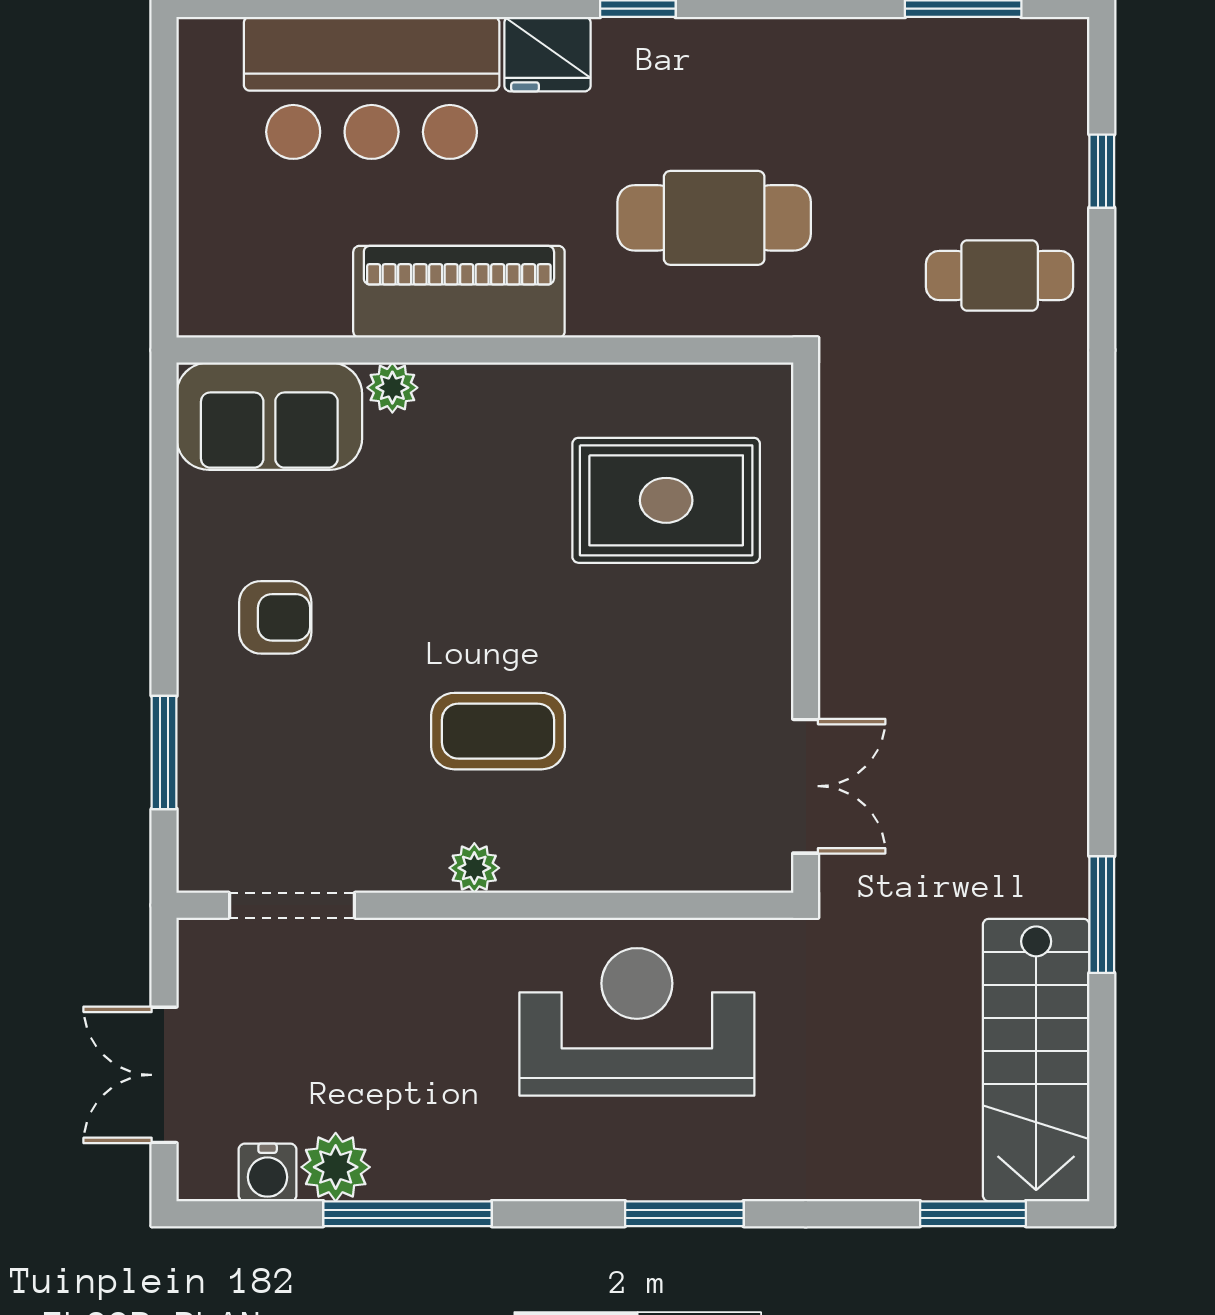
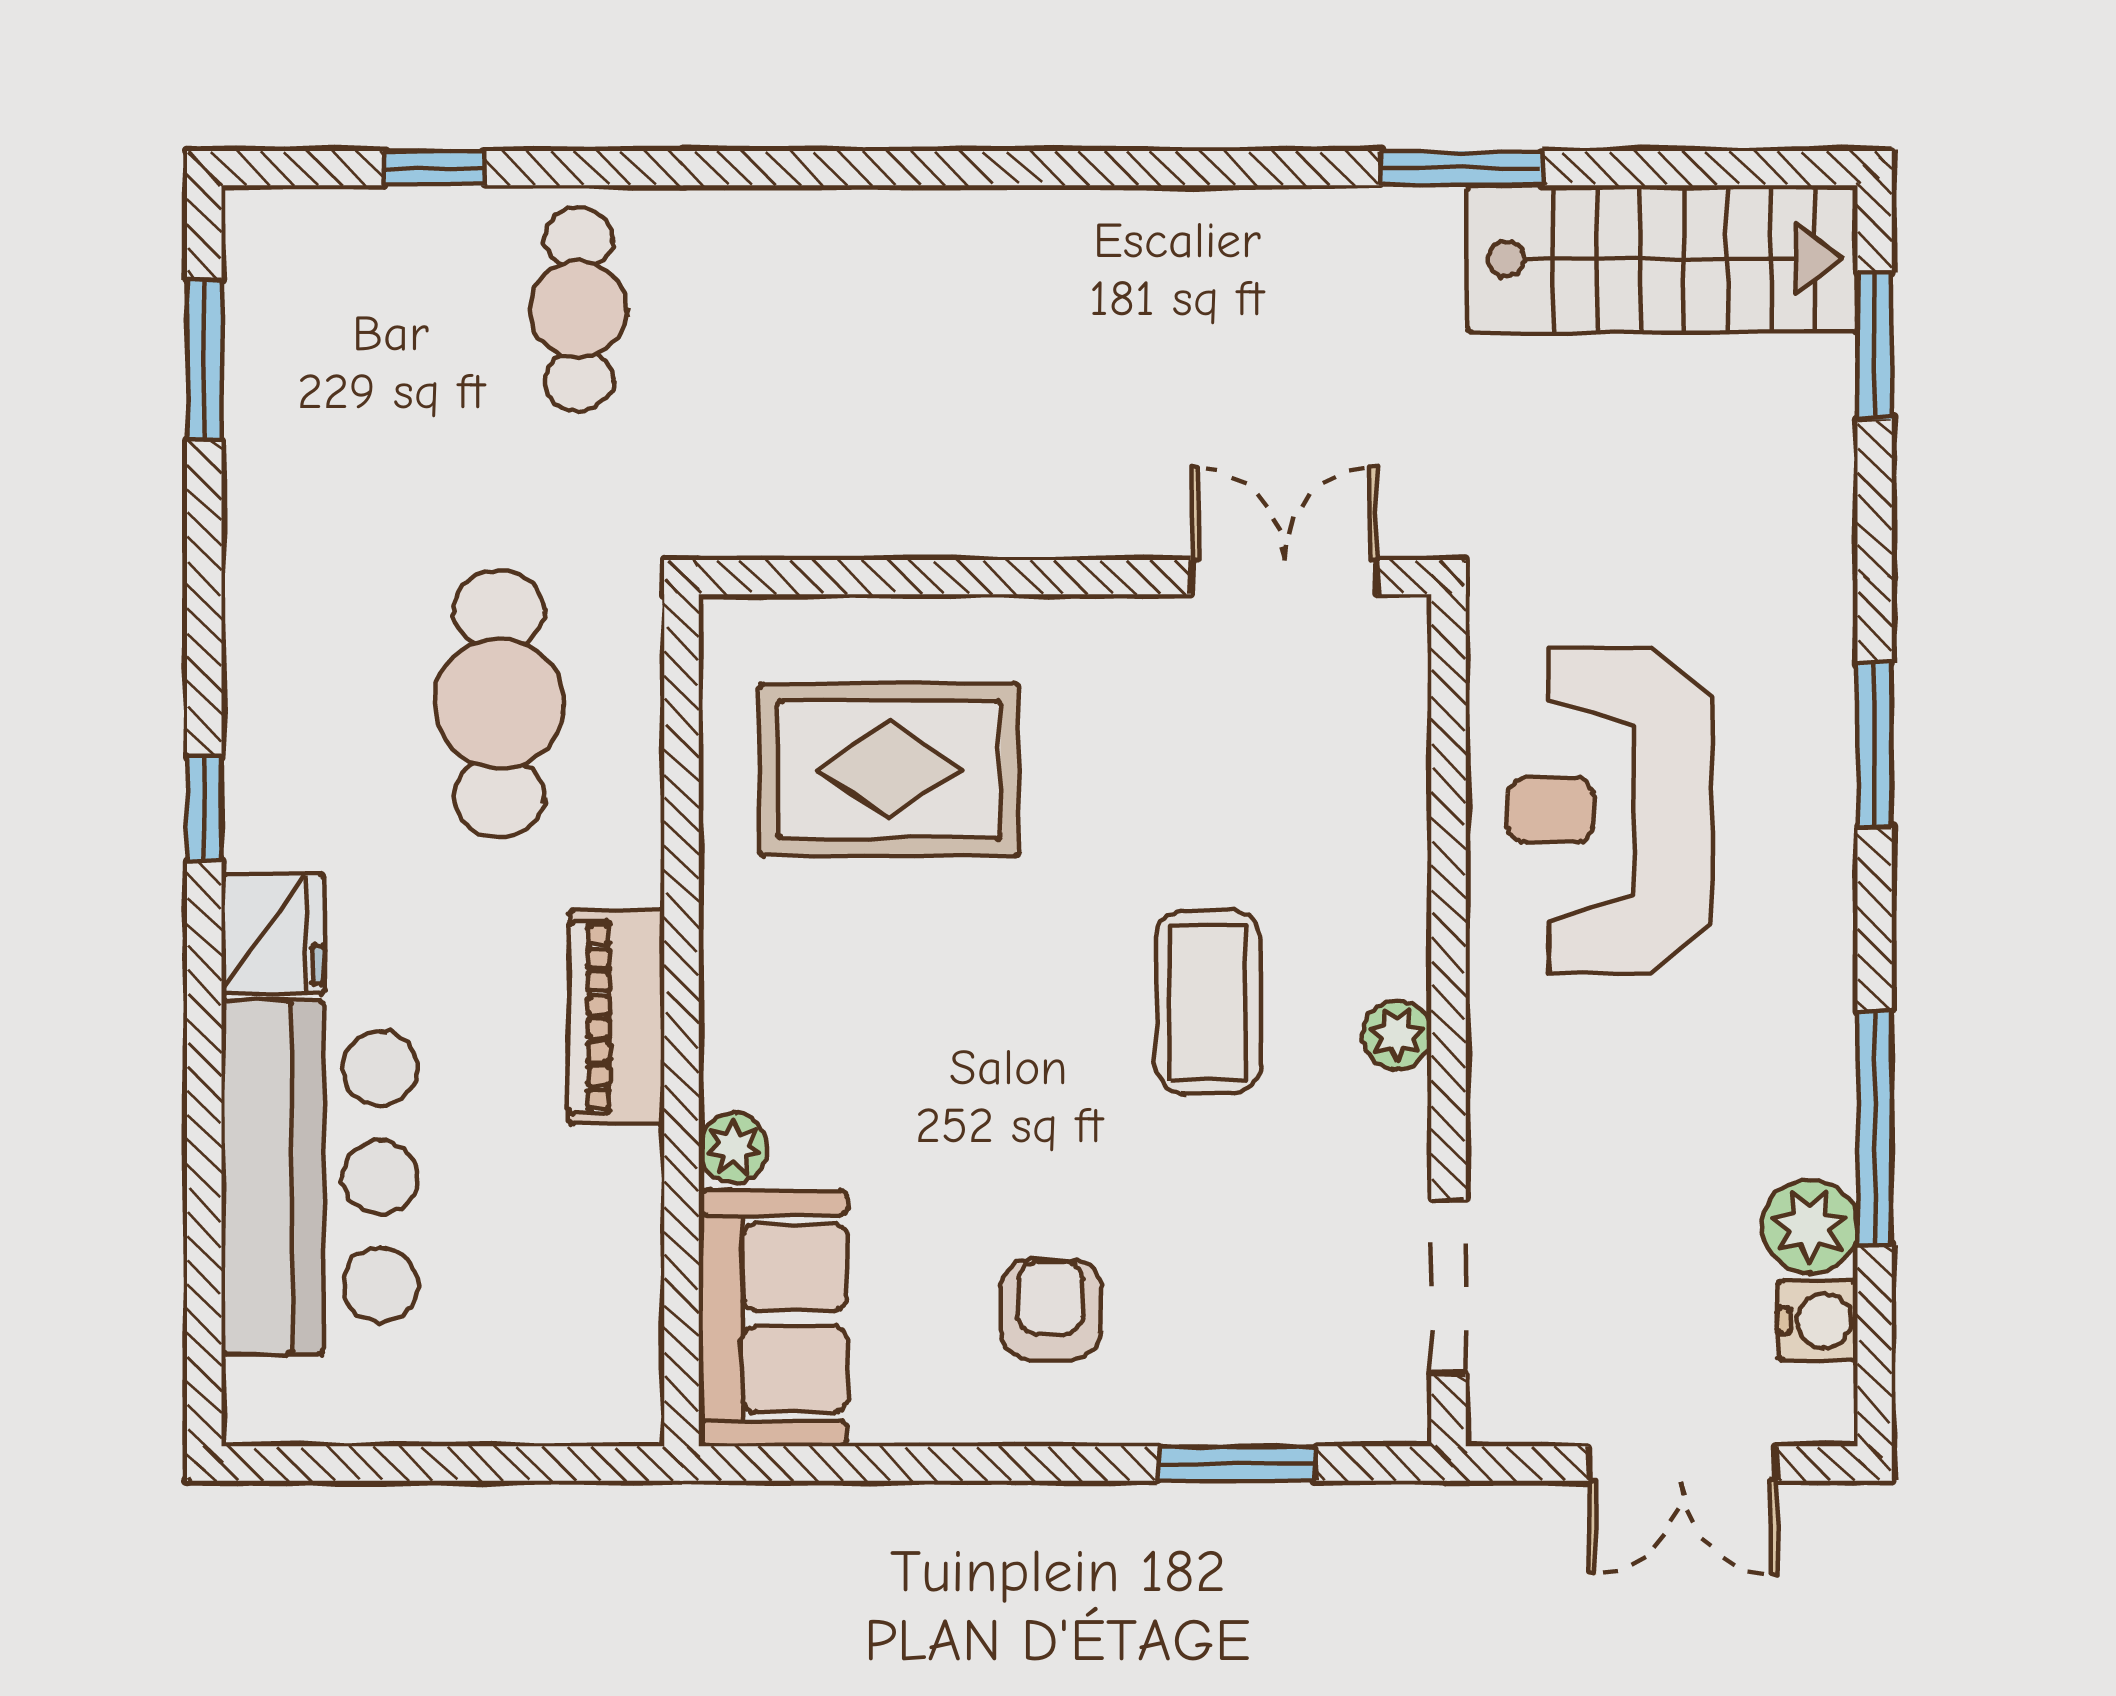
piano: (459, 292) -> (617, 1017), width x0.73, depth x0.75
rug: (666, 500) -> (889, 770), turned 90

